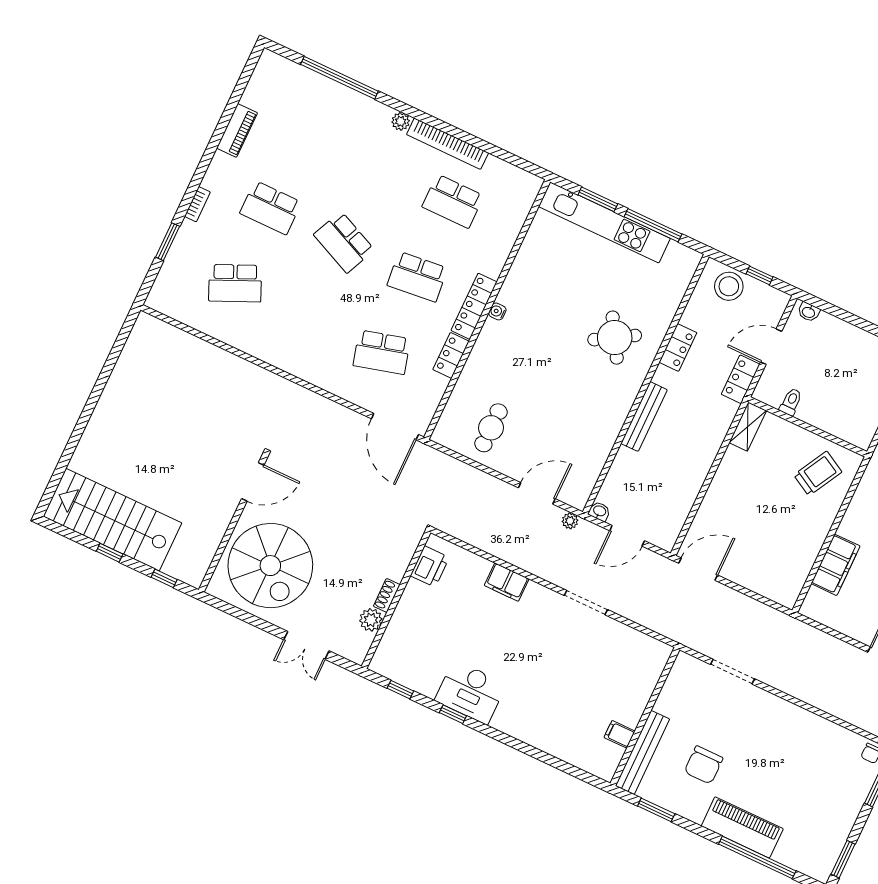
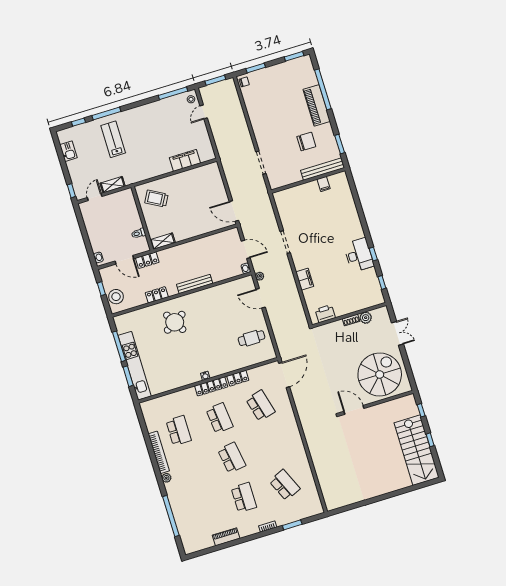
school desk: (344, 242) -> (232, 458), turned -33

